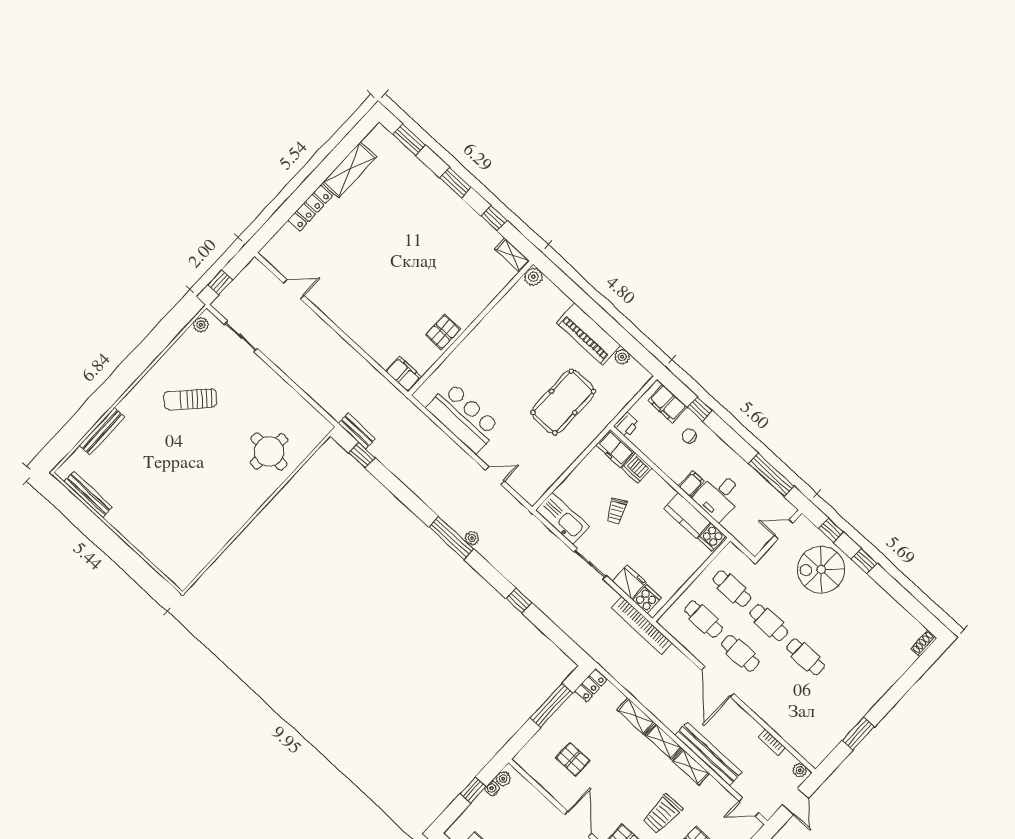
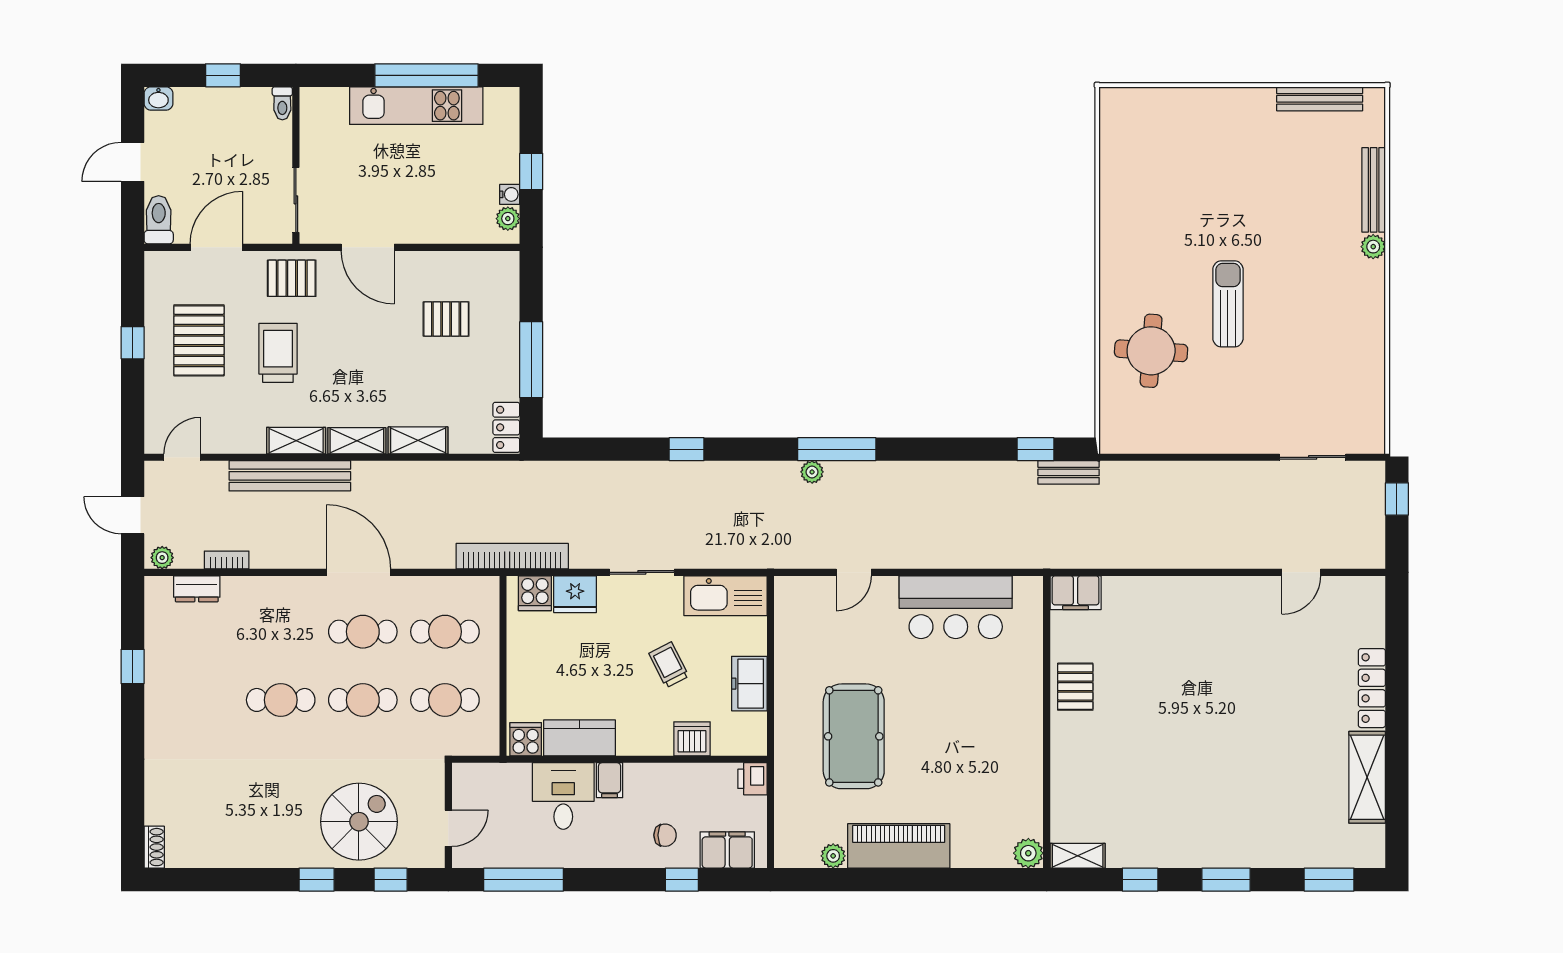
plant: (201, 325) -> (1373, 247), moved
sun lounger: (190, 399) -> (1228, 304), moved, turned -44
freezer: (615, 449) -> (749, 684), moved, turned -90
window: (858, 734) -> (133, 667), width x0.67
dresser: (797, 742) -> (197, 589), added

